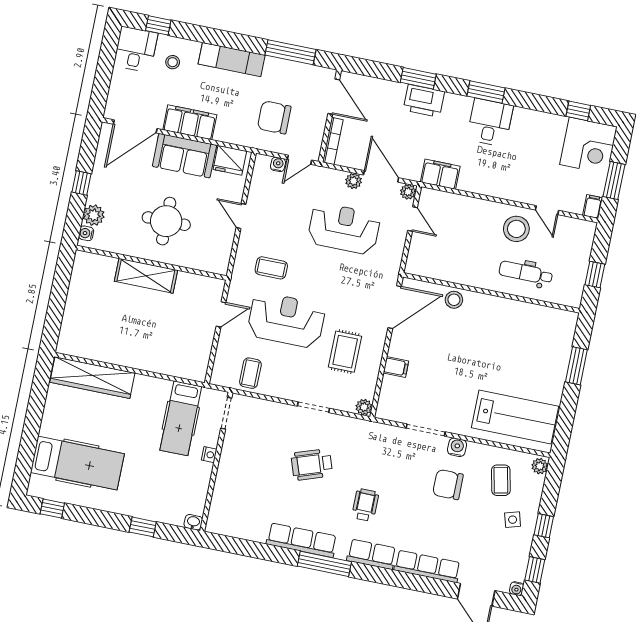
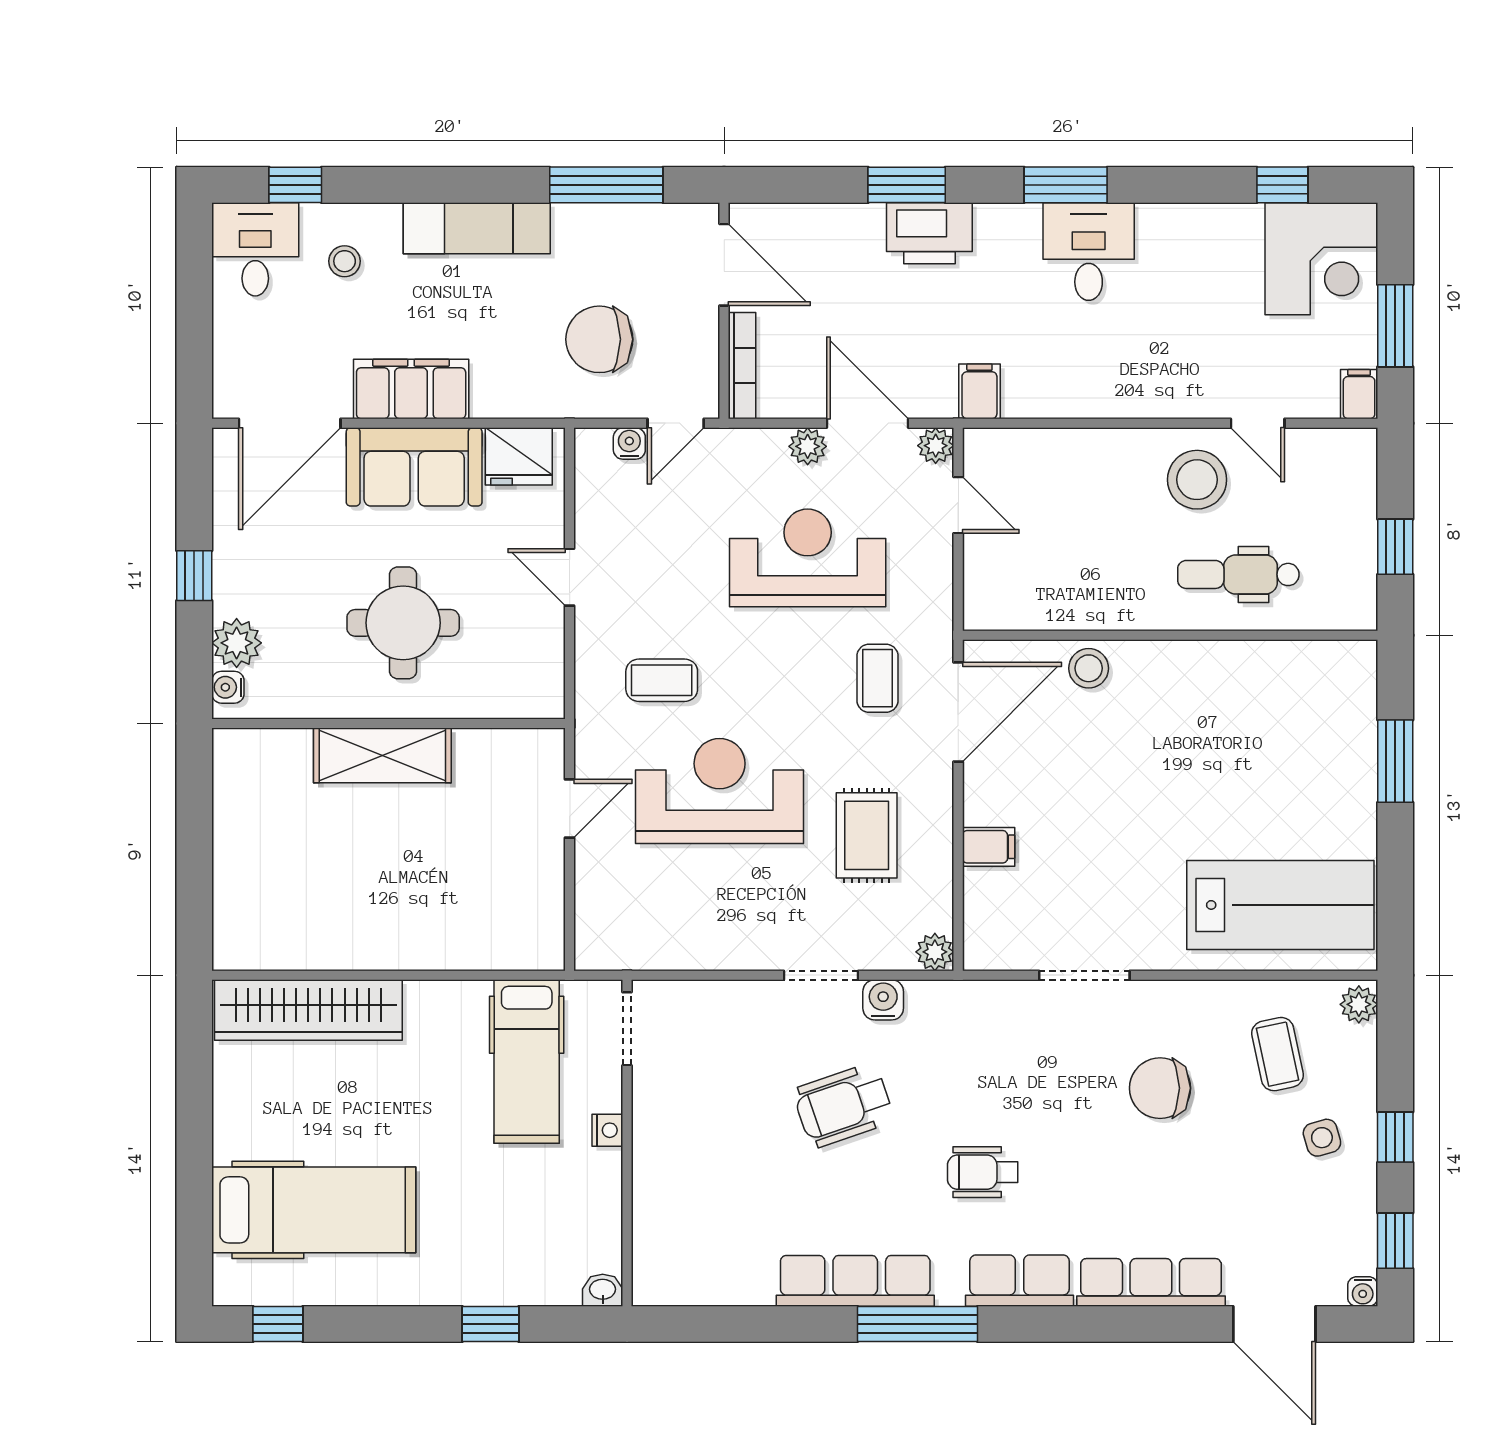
filing cabinet: (440, 174) -> (979, 391), width x0.50
coffee table: (250, 373) -> (877, 678), moved
water cooler: (457, 447) -> (883, 1000), moved
wheelchair: (365, 505) -> (983, 1172), turned -90

